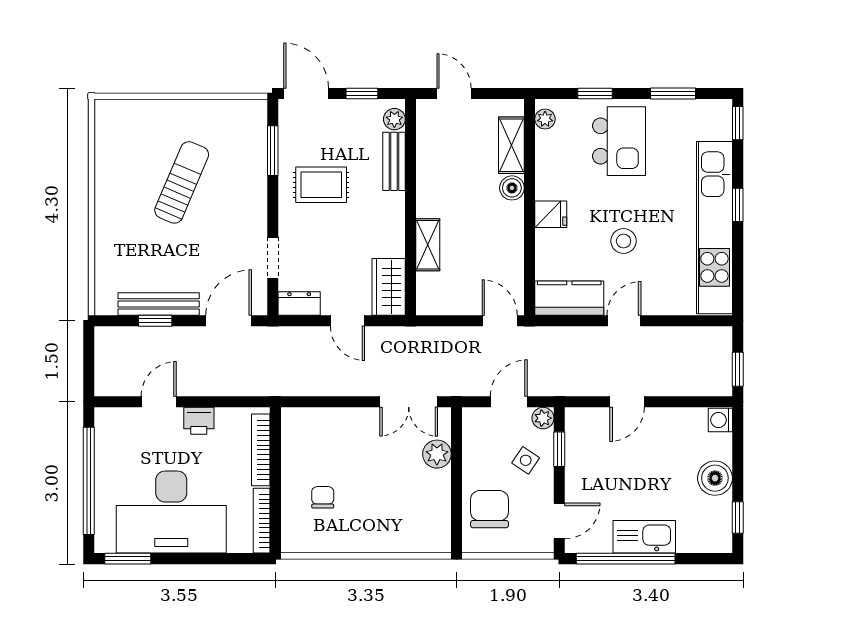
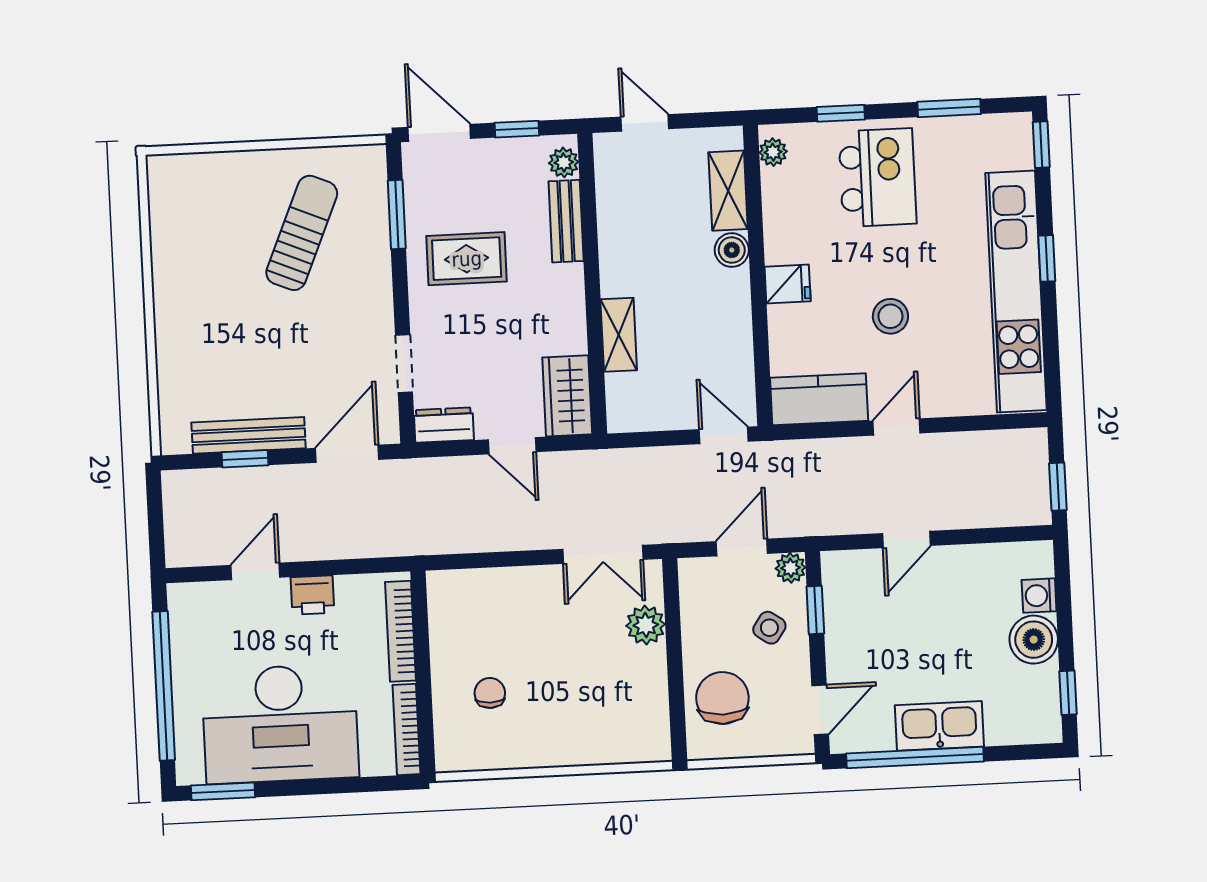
sun lounger: (182, 182) -> (302, 233), moved
washing machine: (720, 420) -> (1039, 596), moved

